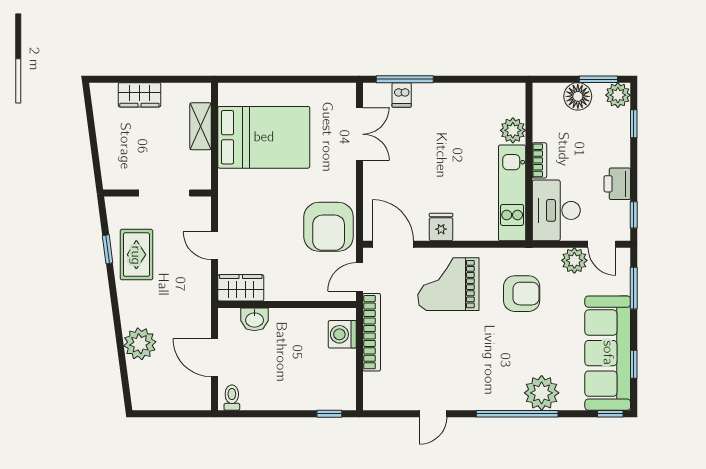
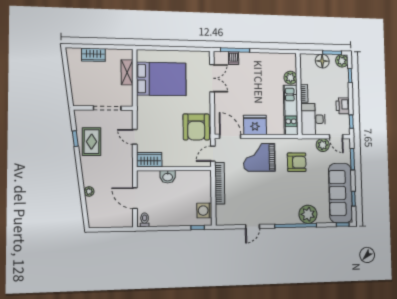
fridge: (441, 227) -> (255, 125), width x1.88, depth x1.34
washbasin: (254, 319) -> (168, 177), moved
washing machine: (342, 334) -> (204, 211), moved
plant: (140, 344) -> (89, 191), width x0.53, depth x0.53

